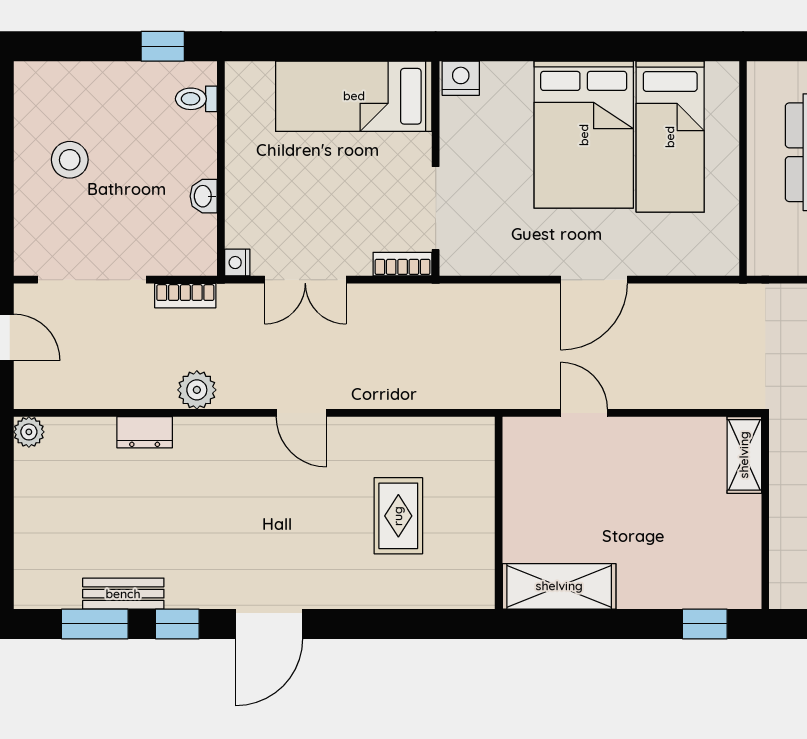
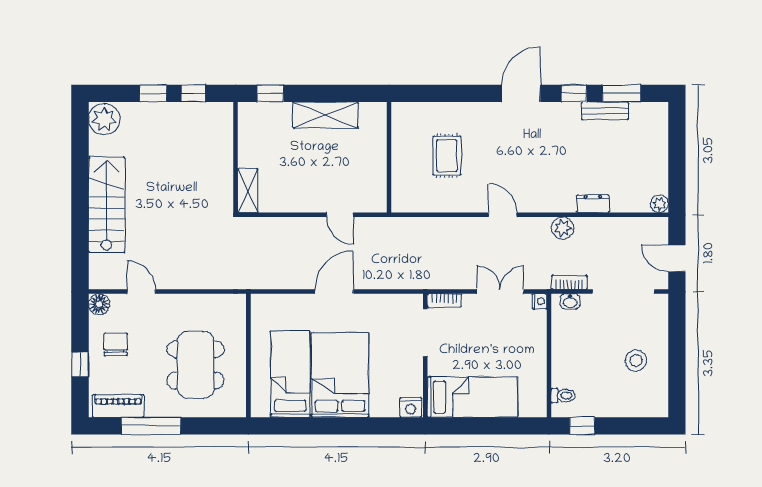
washbasin: (204, 196) -> (570, 302), moved, turned 90
shelving: (559, 586) -> (326, 115), moved

